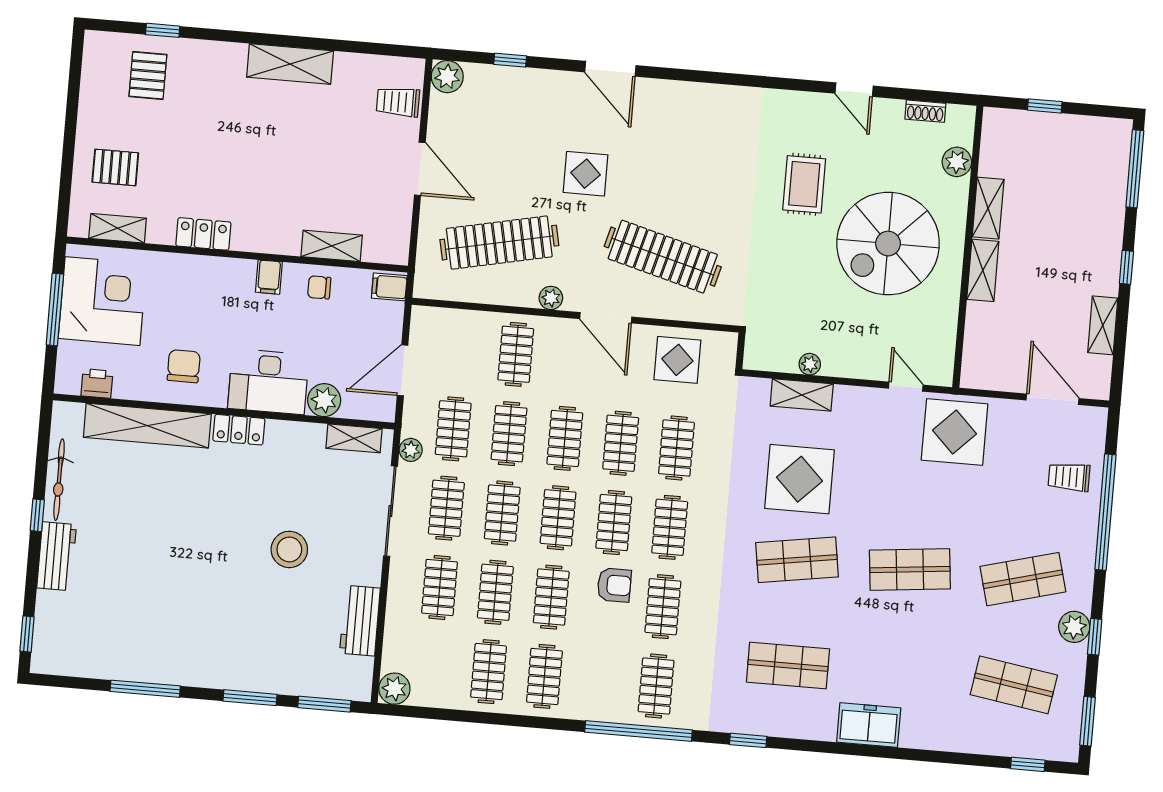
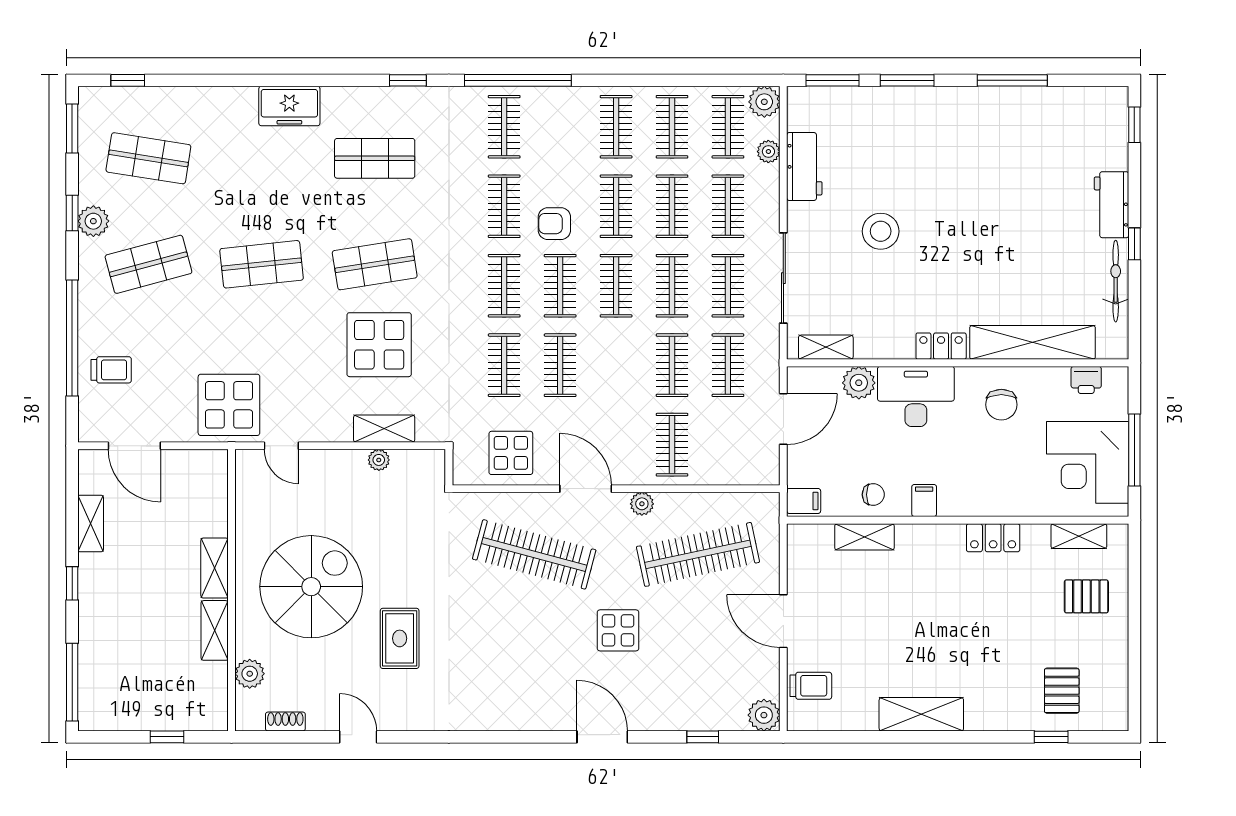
clothes rail: (565, 438) -> (728, 127), moved
plant: (411, 450) -> (768, 152), moved

